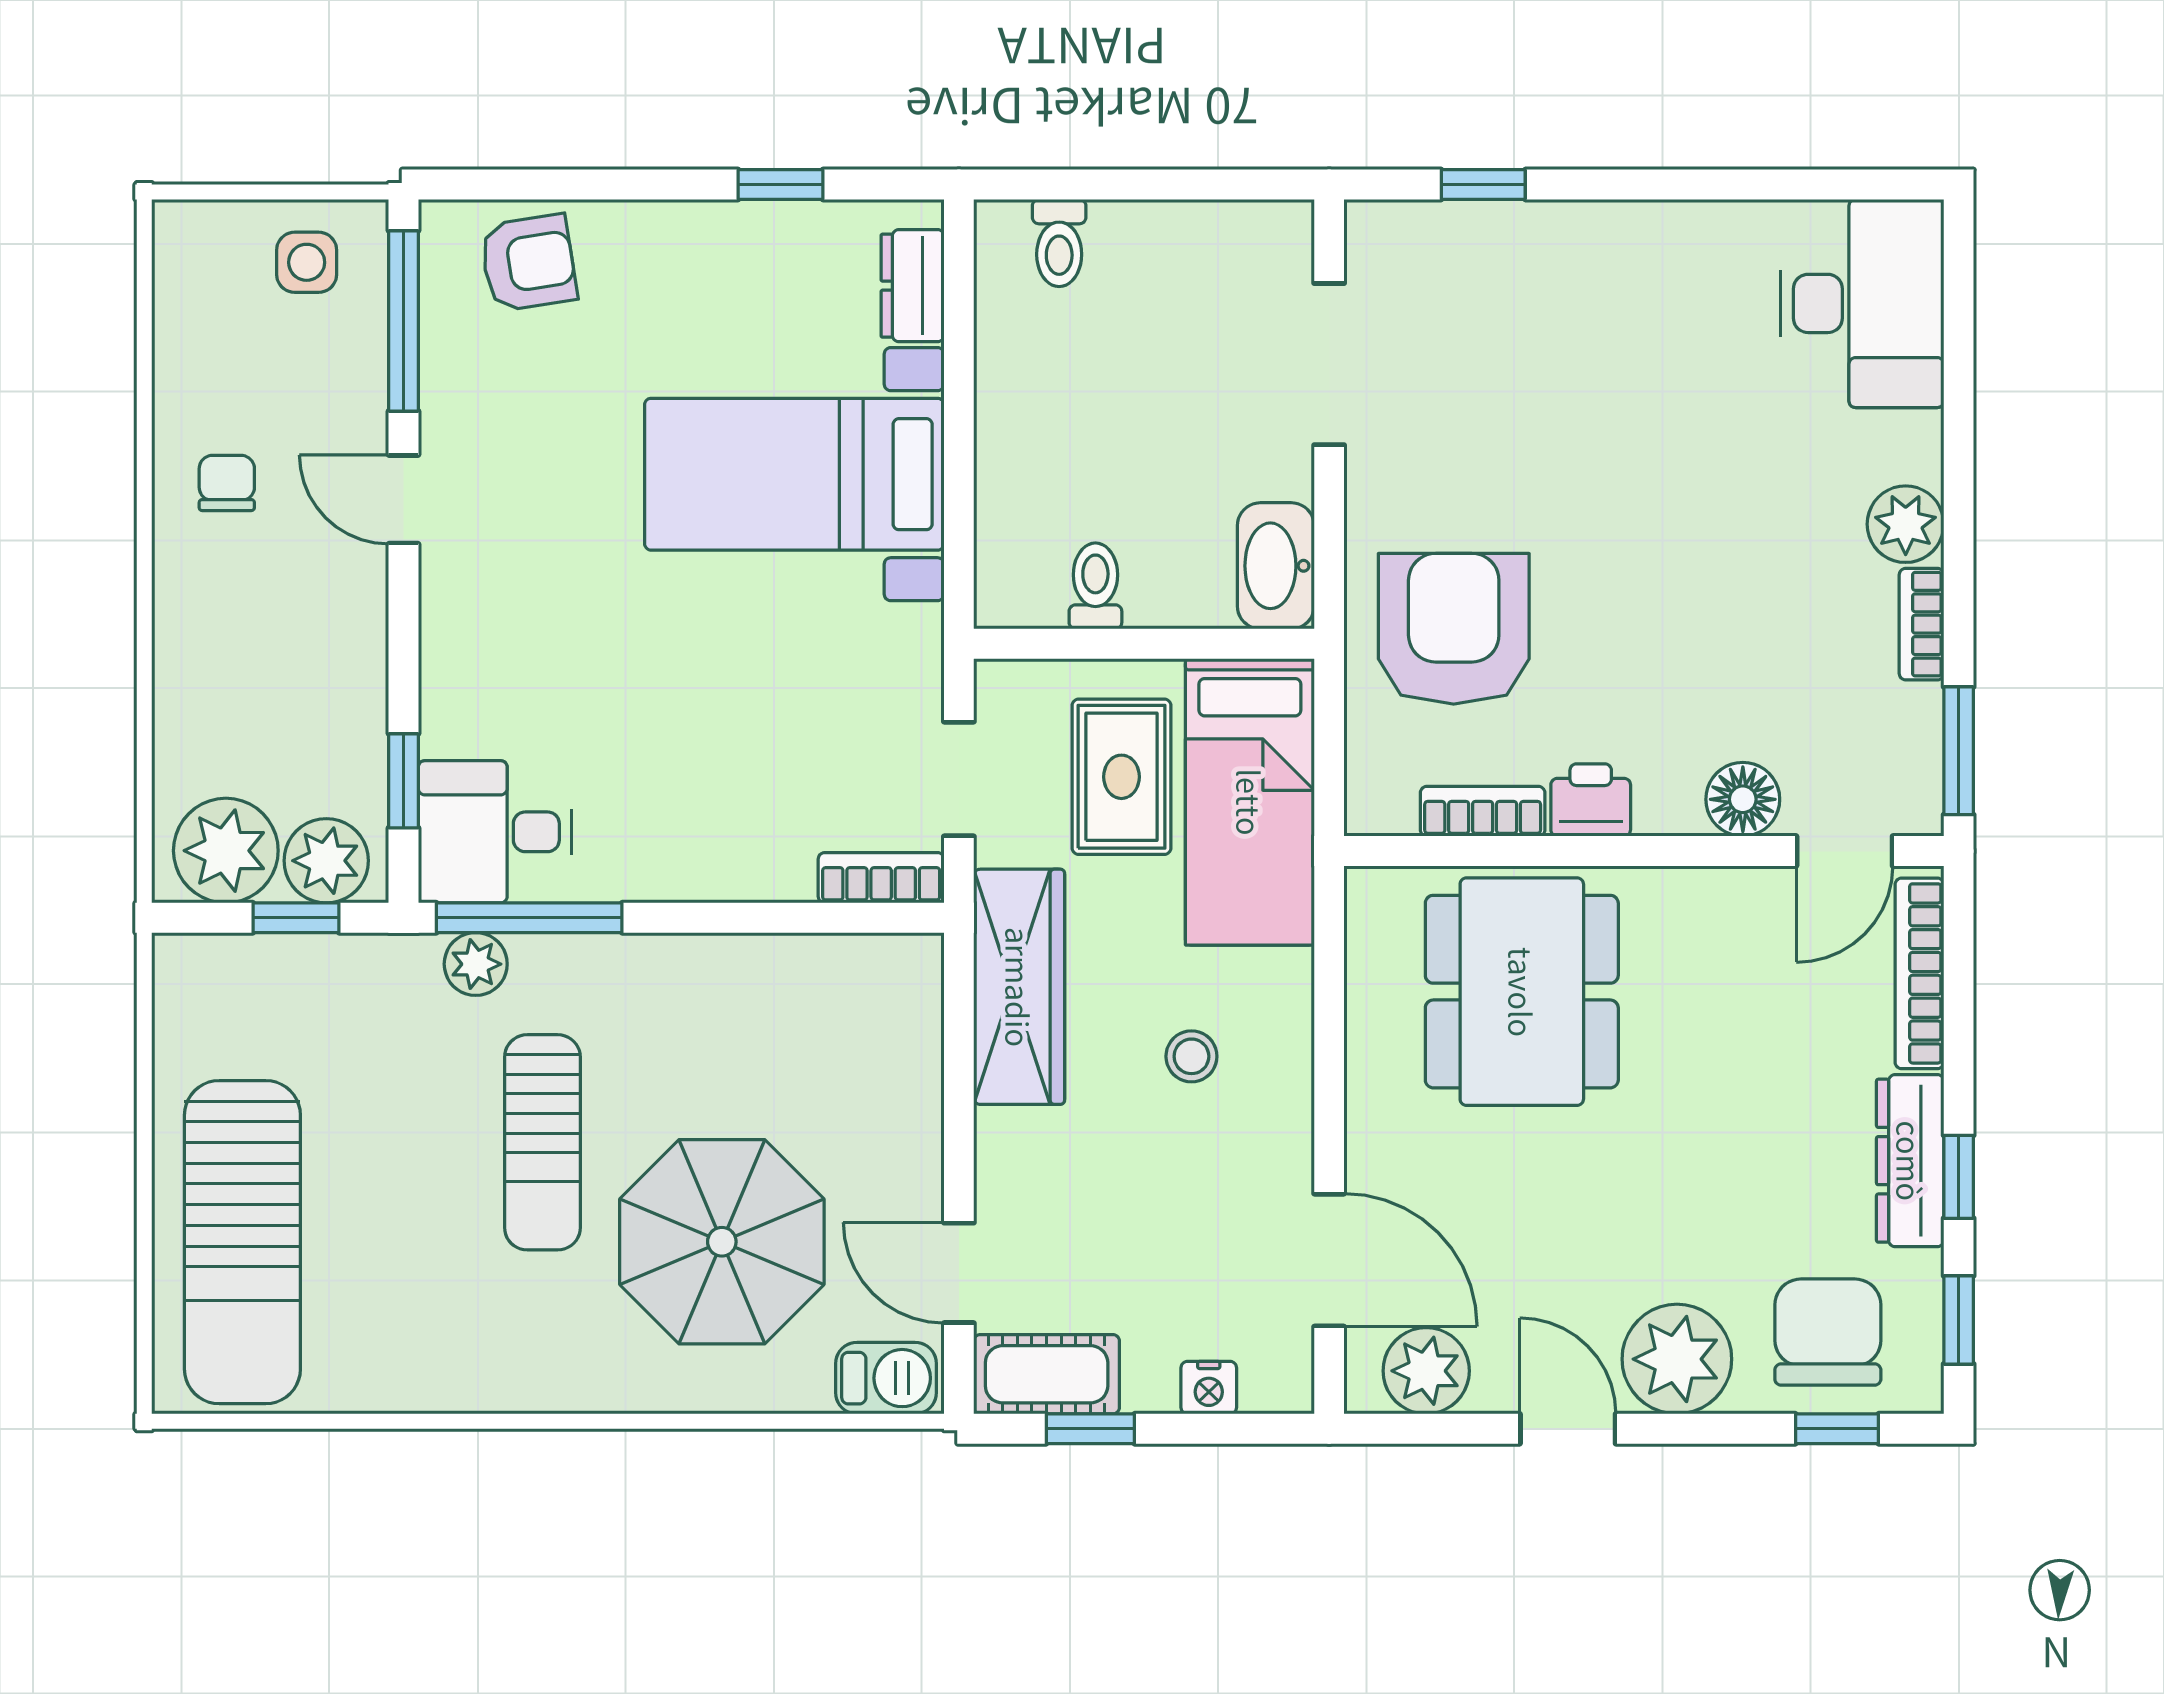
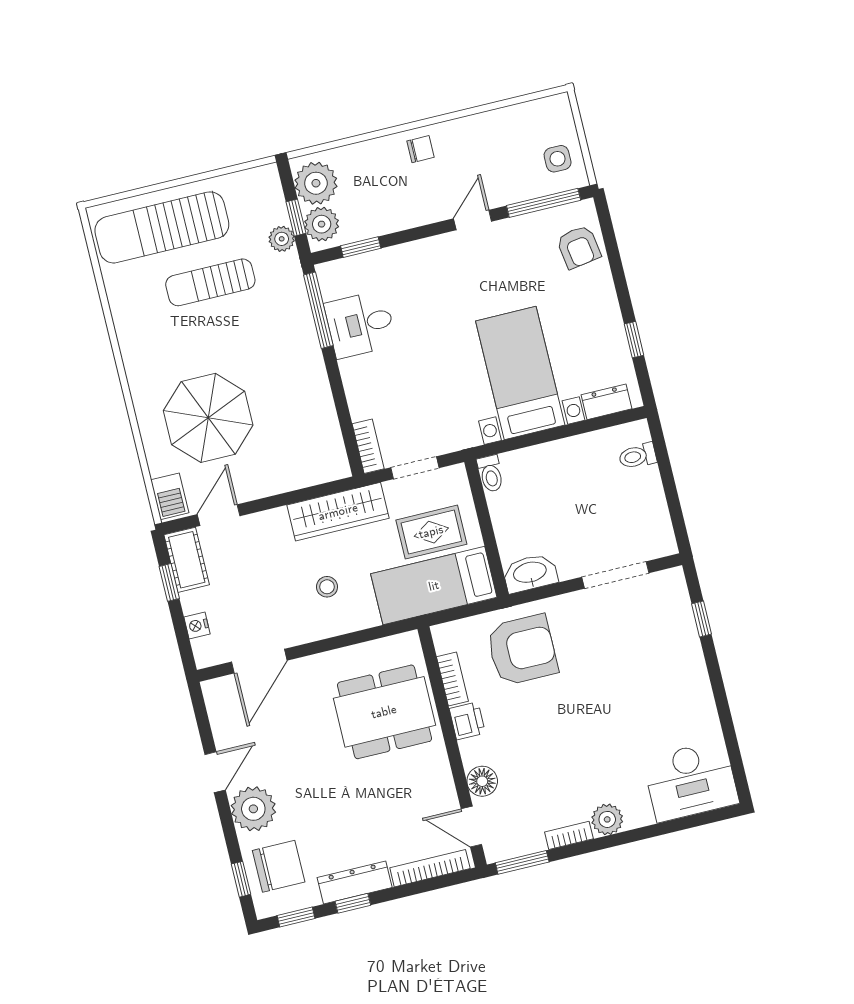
chair: (227, 483) -> (420, 149), moved
toilet: (1095, 586) -> (491, 474), moved, turned 90
desk: (495, 832) -> (360, 324), moved, turned -90
plant: (476, 964) -> (282, 239), moved
sun lounger: (542, 1142) -> (210, 282), moved
plant: (1426, 1371) -> (225, 710), removed

